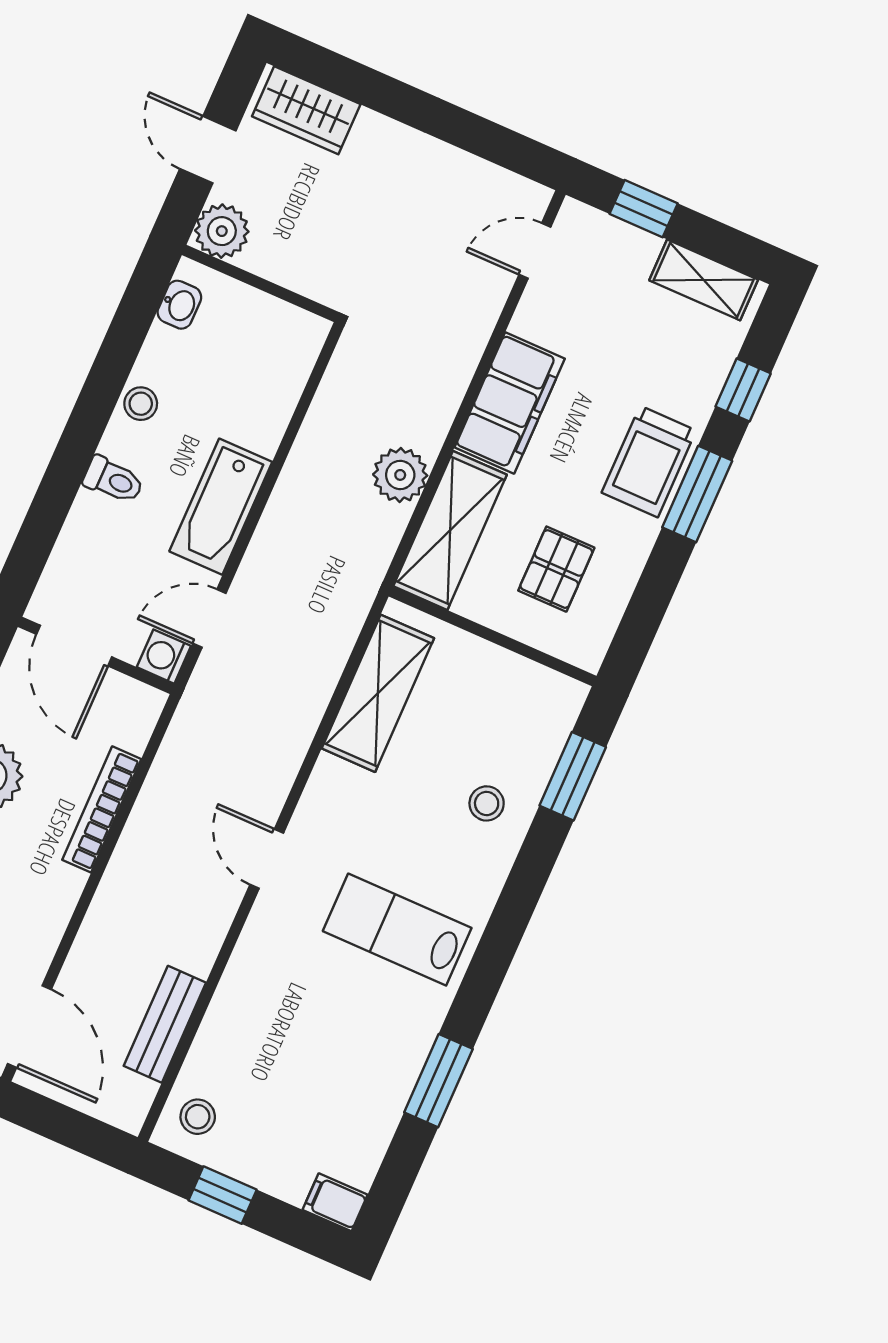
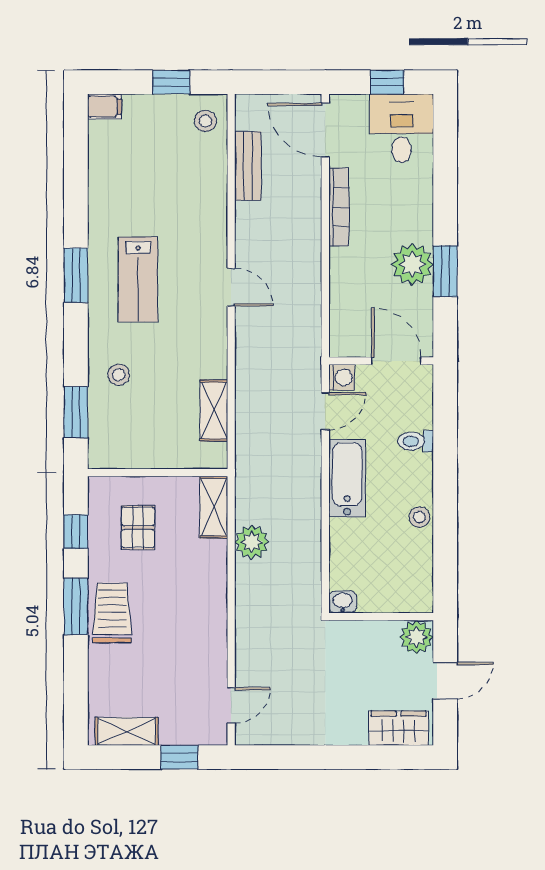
door: (208, 150) -> (445, 680), hinge flipped
washbasin: (179, 305) -> (343, 602), moved, turned 90
window: (743, 390) -> (76, 532), moved
filing cabinet: (510, 403) -> (207, 611), removed
toilet: (113, 480) -> (416, 441), moved
shelving: (450, 530) -> (214, 507), width x0.67, depth x0.75
shelving: (378, 693) -> (214, 411), width x0.67, depth x0.75
bookcase: (102, 809) -> (339, 207), moved
lab bench: (397, 930) -> (138, 279), turned 90
window: (438, 1081) -> (76, 275), moved

